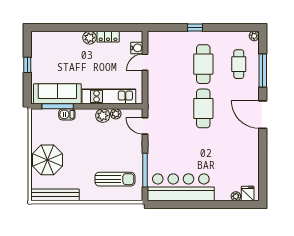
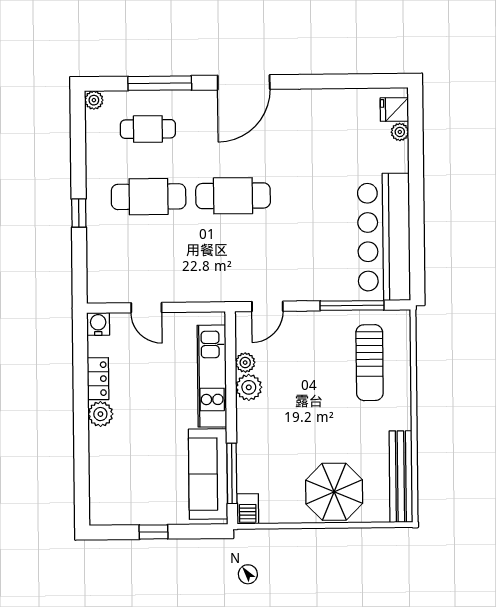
water cooler: (137, 48) -> (98, 324), moved
barbecue: (67, 114) -> (248, 509), moved
sun lounger: (115, 179) -> (370, 363), turned 180

